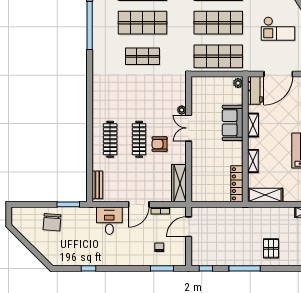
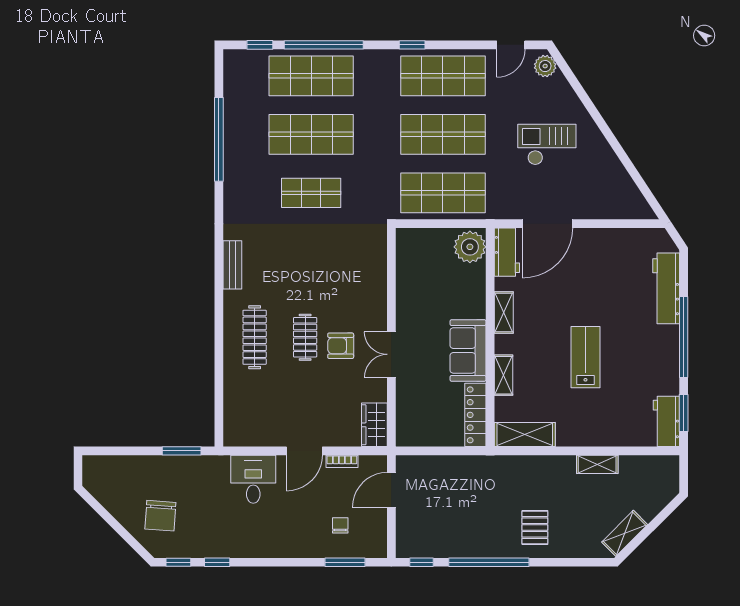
checkout: (278, 29) -> (547, 145), turned 180
plant: (238, 83) -> (470, 247), width x1.88, depth x1.88
plant: (182, 110) -> (379, 286), removed
sofa: (233, 123) -> (468, 350), moved
double door: (189, 128) -> (391, 354), moved
clothes rail: (139, 139) -> (305, 337), width x0.73
wardrobe: (179, 183) -> (374, 425), width x0.67
bench: (97, 185) -> (232, 265), moved
chair: (52, 222) -> (160, 516), moved
window: (66, 268) -> (178, 562), added
window: (245, 268) -> (489, 562), width x1.46

